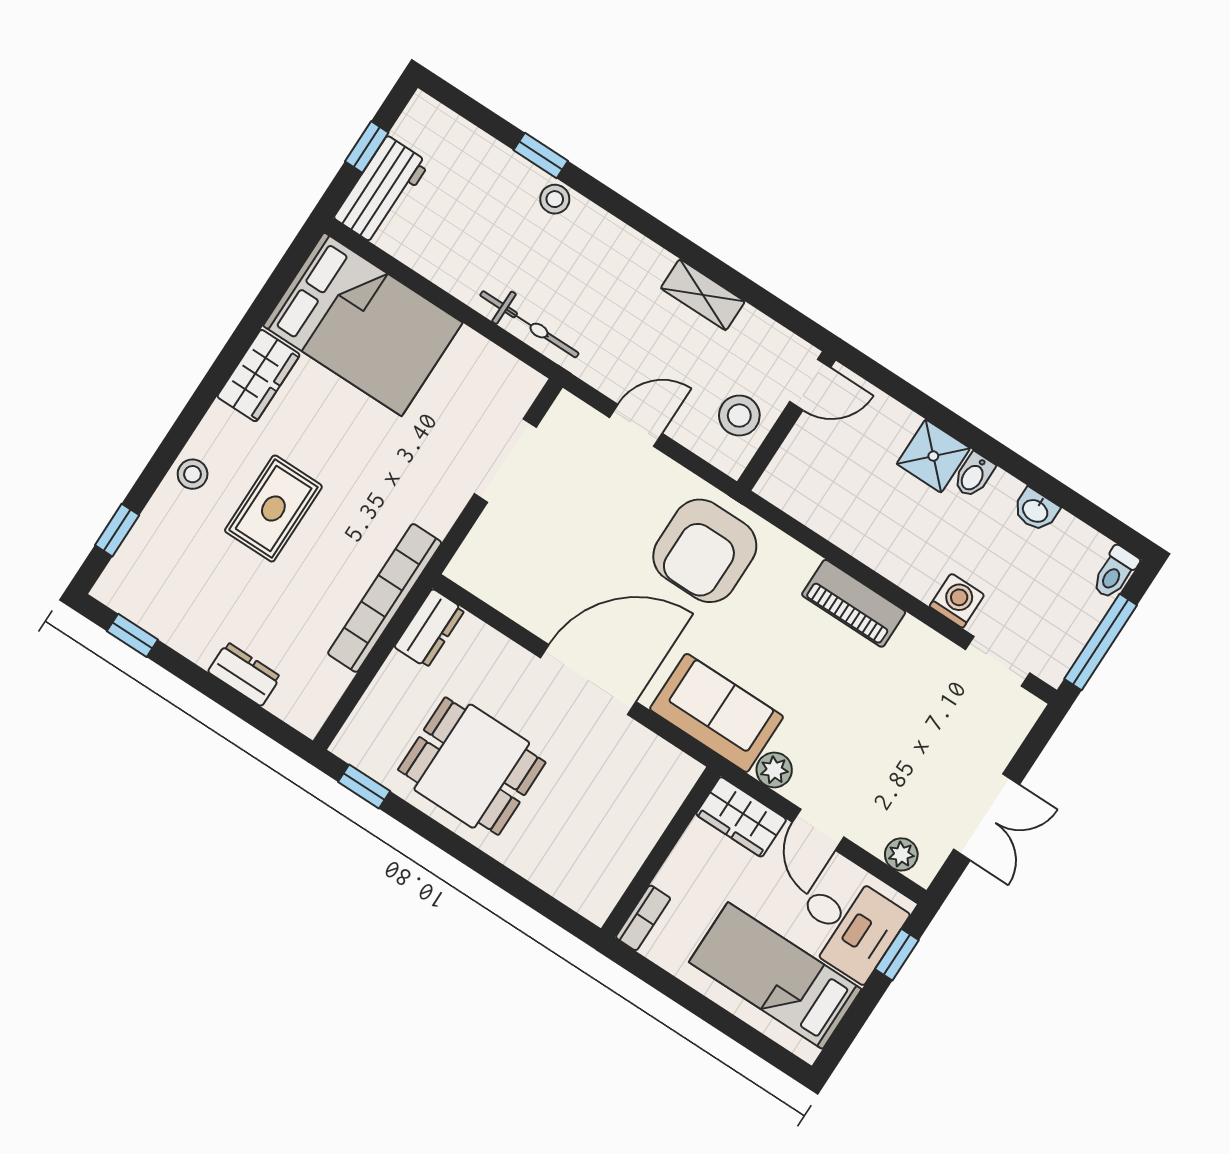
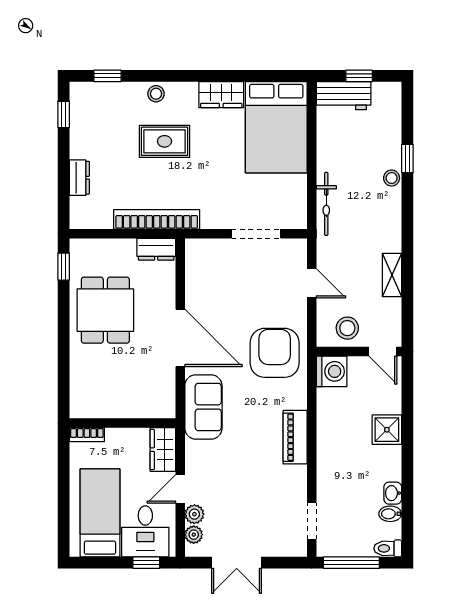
bidet: (974, 475) -> (390, 514), moved
armchair: (705, 551) -> (275, 353), turned 90
washing machine: (957, 601) -> (332, 371), moved, width x1.38, depth x1.38
plant: (774, 770) -> (194, 514), moved

